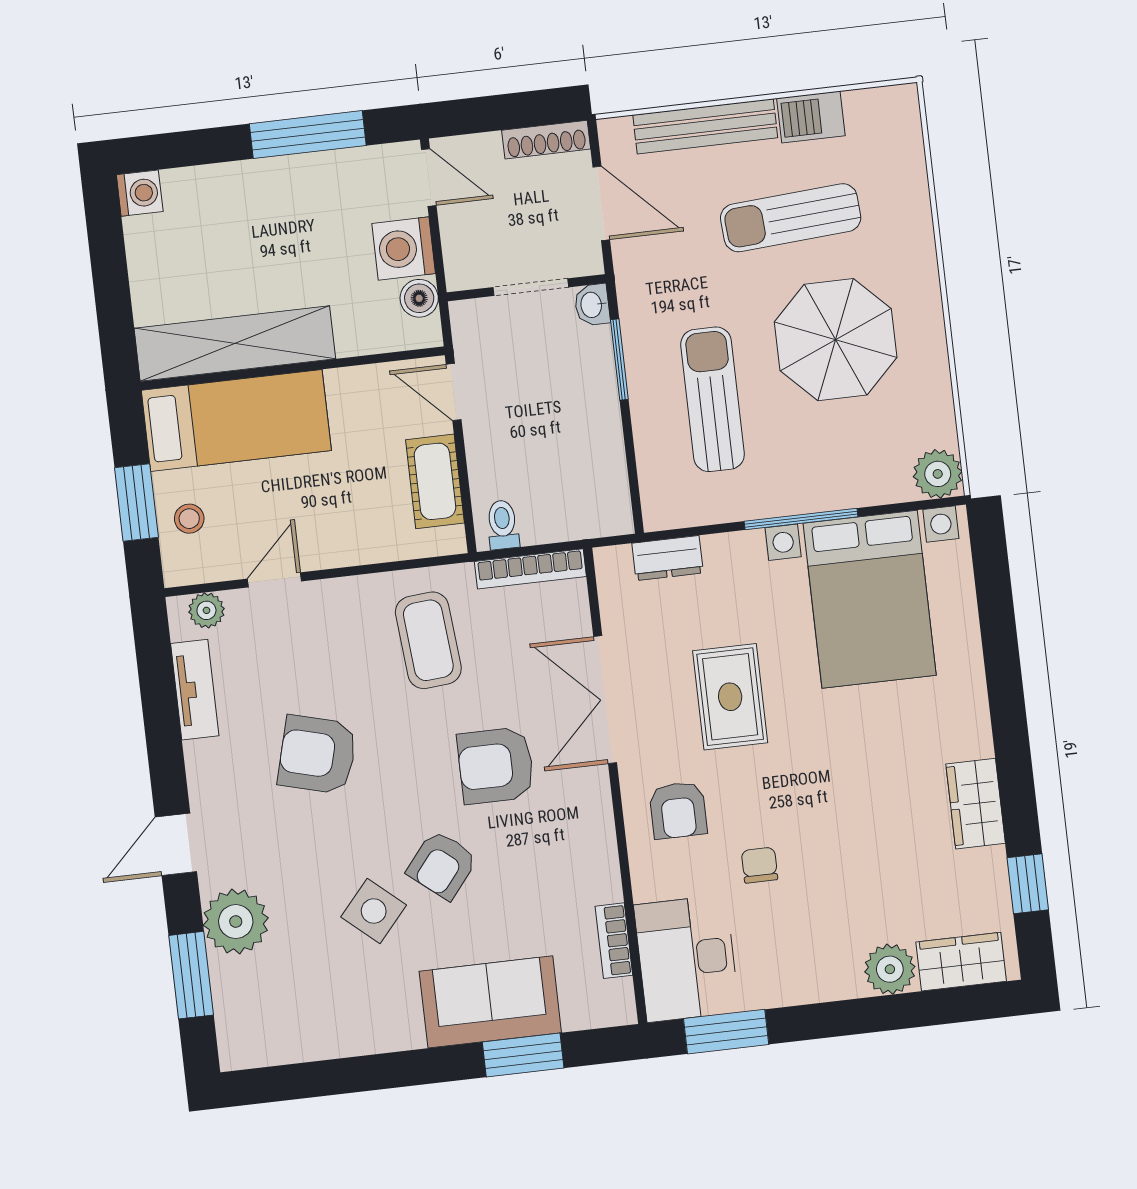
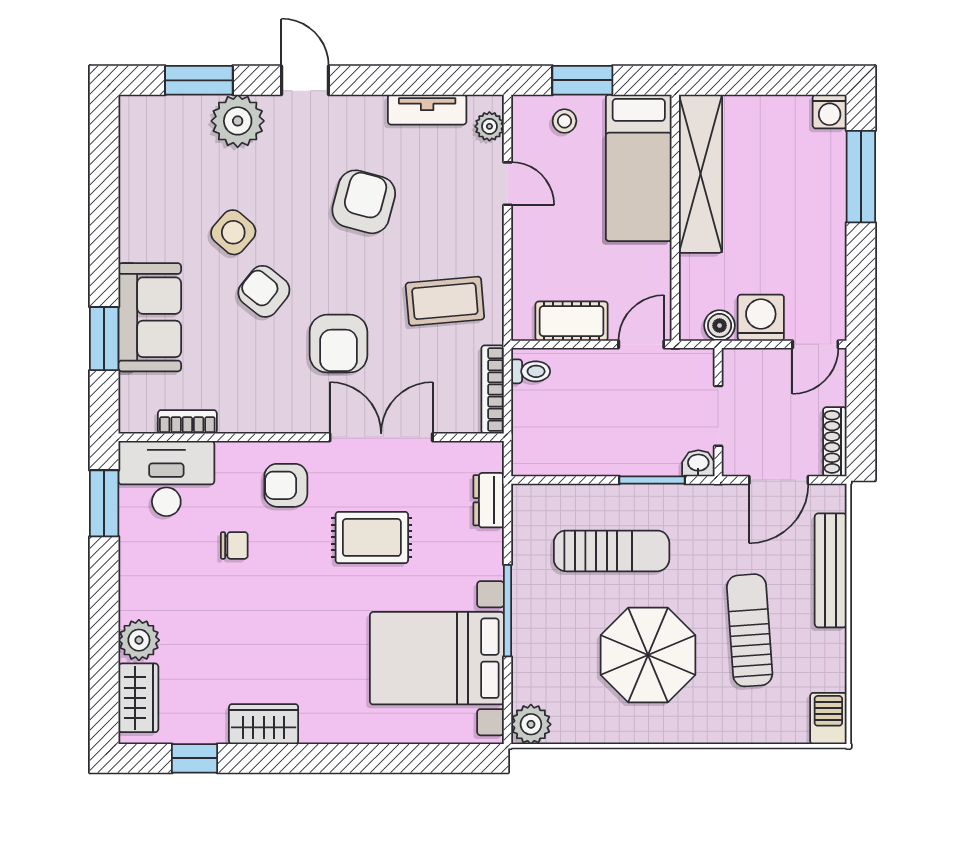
barbecue: (811, 117) -> (828, 718), moved
window: (308, 135) -> (861, 177), moved
armchair: (496, 766) -> (338, 344), turned 180

